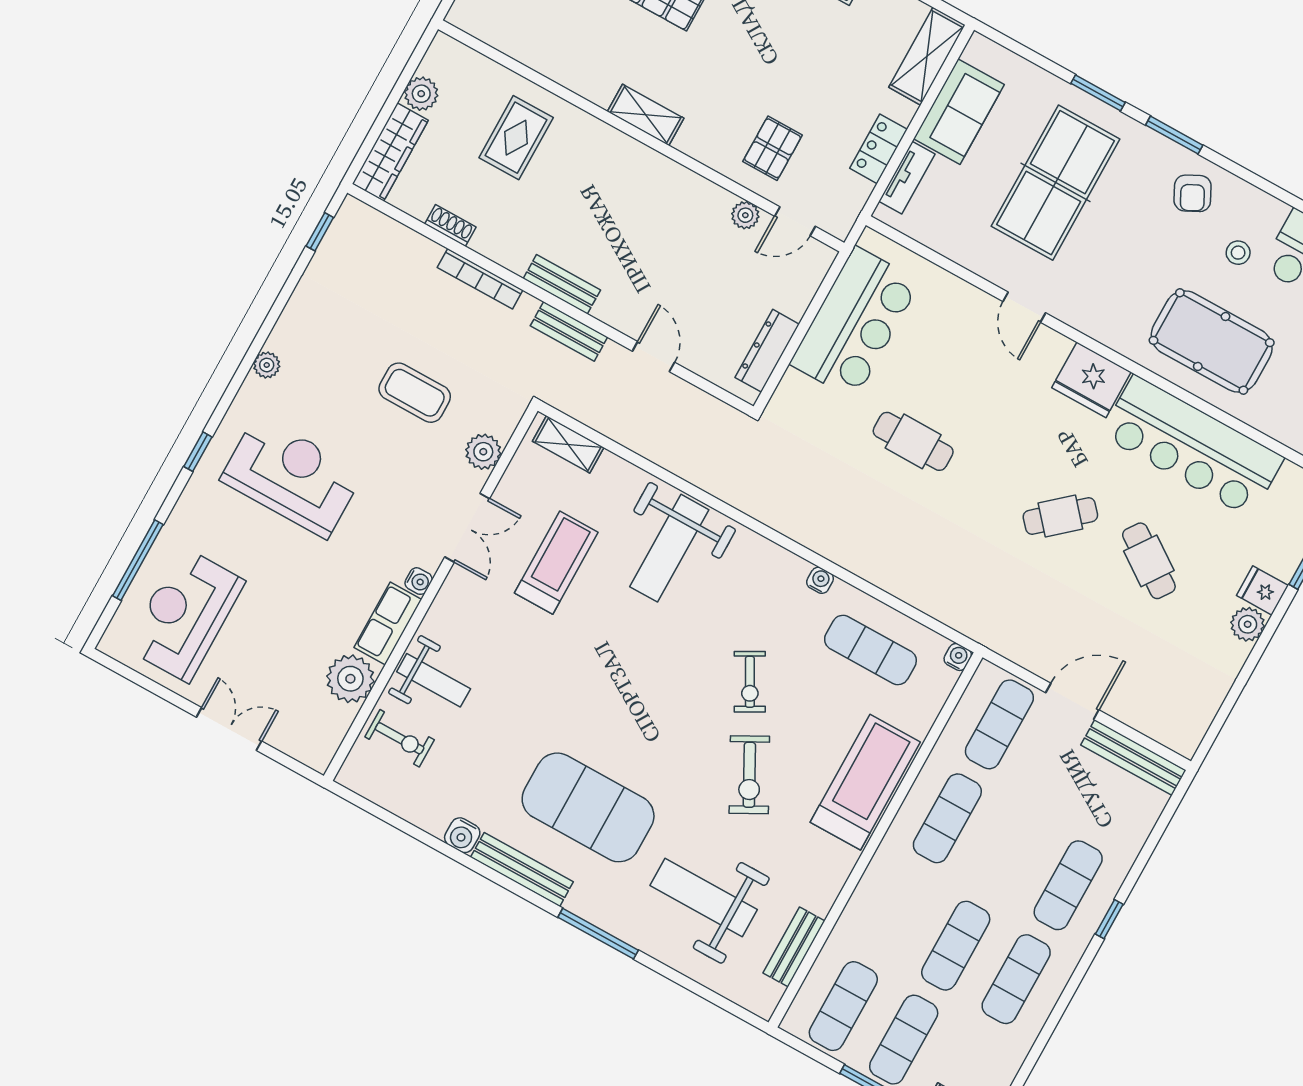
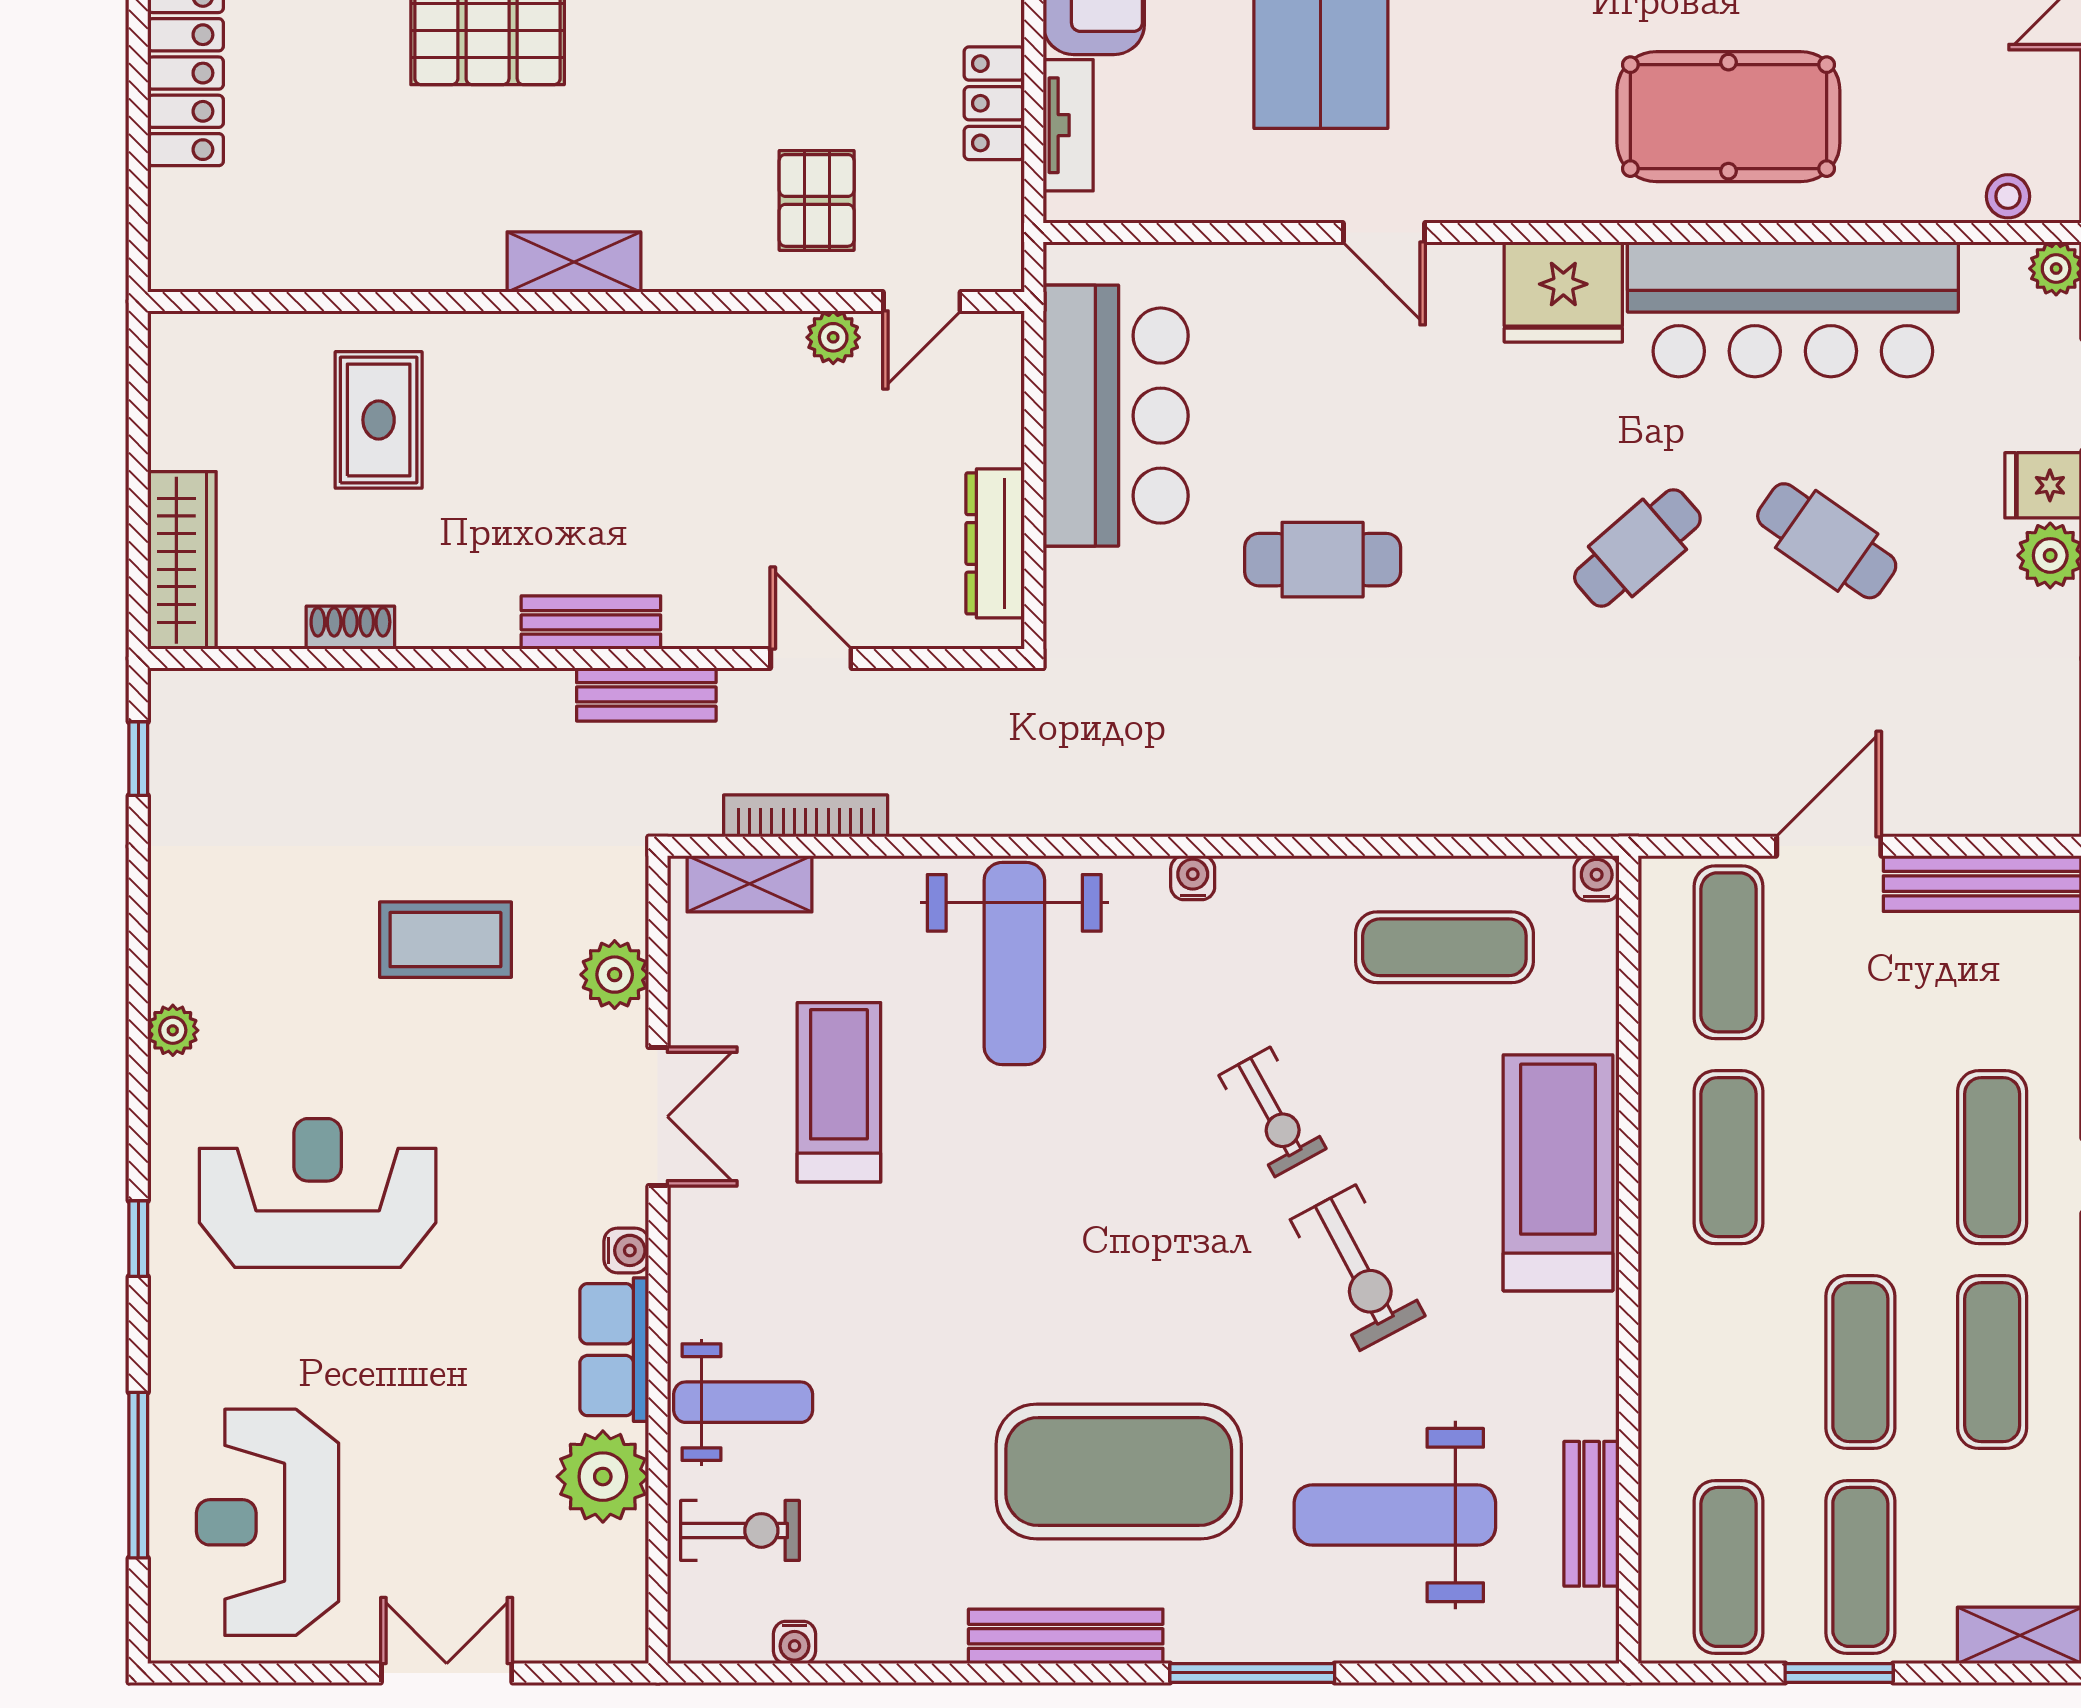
plant: (421, 94) -> (180, 434), removed
bookcase: (480, 279) -> (806, 816), moved, turned 180
water cooler: (820, 580) -> (1193, 878), moved
water cooler: (462, 835) -> (795, 1642), moved, width x0.72, depth x0.72

